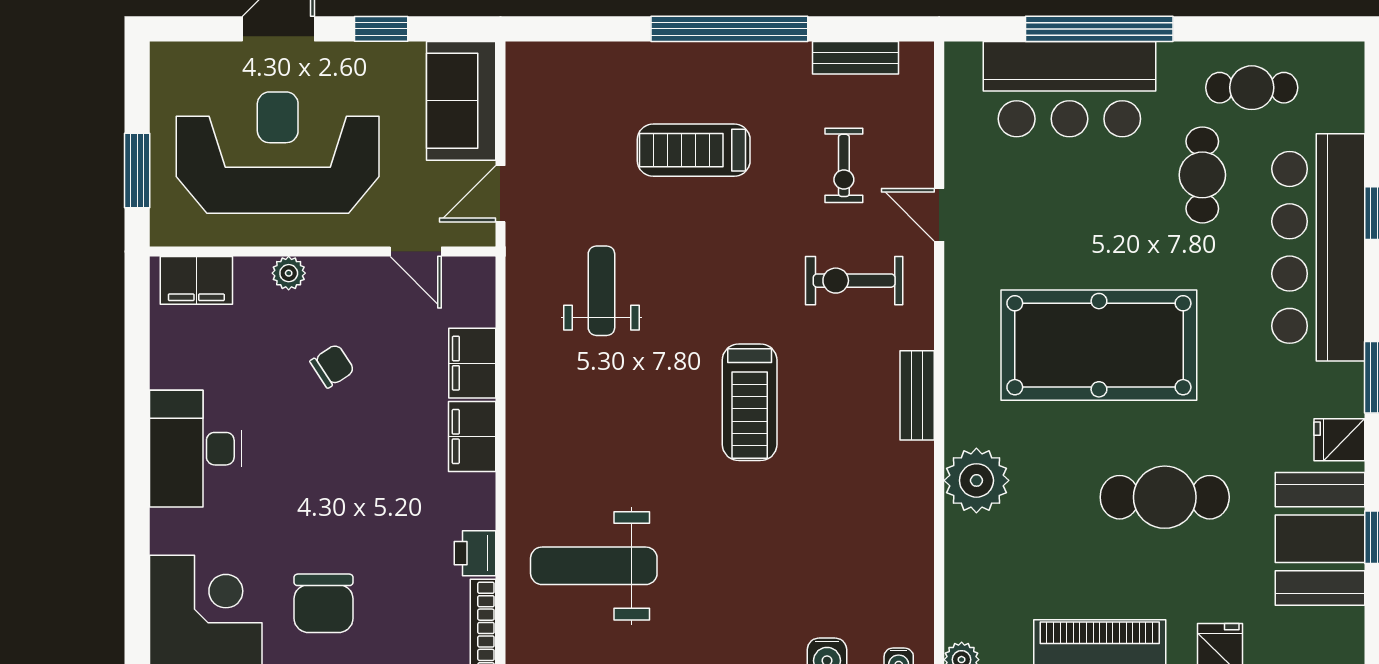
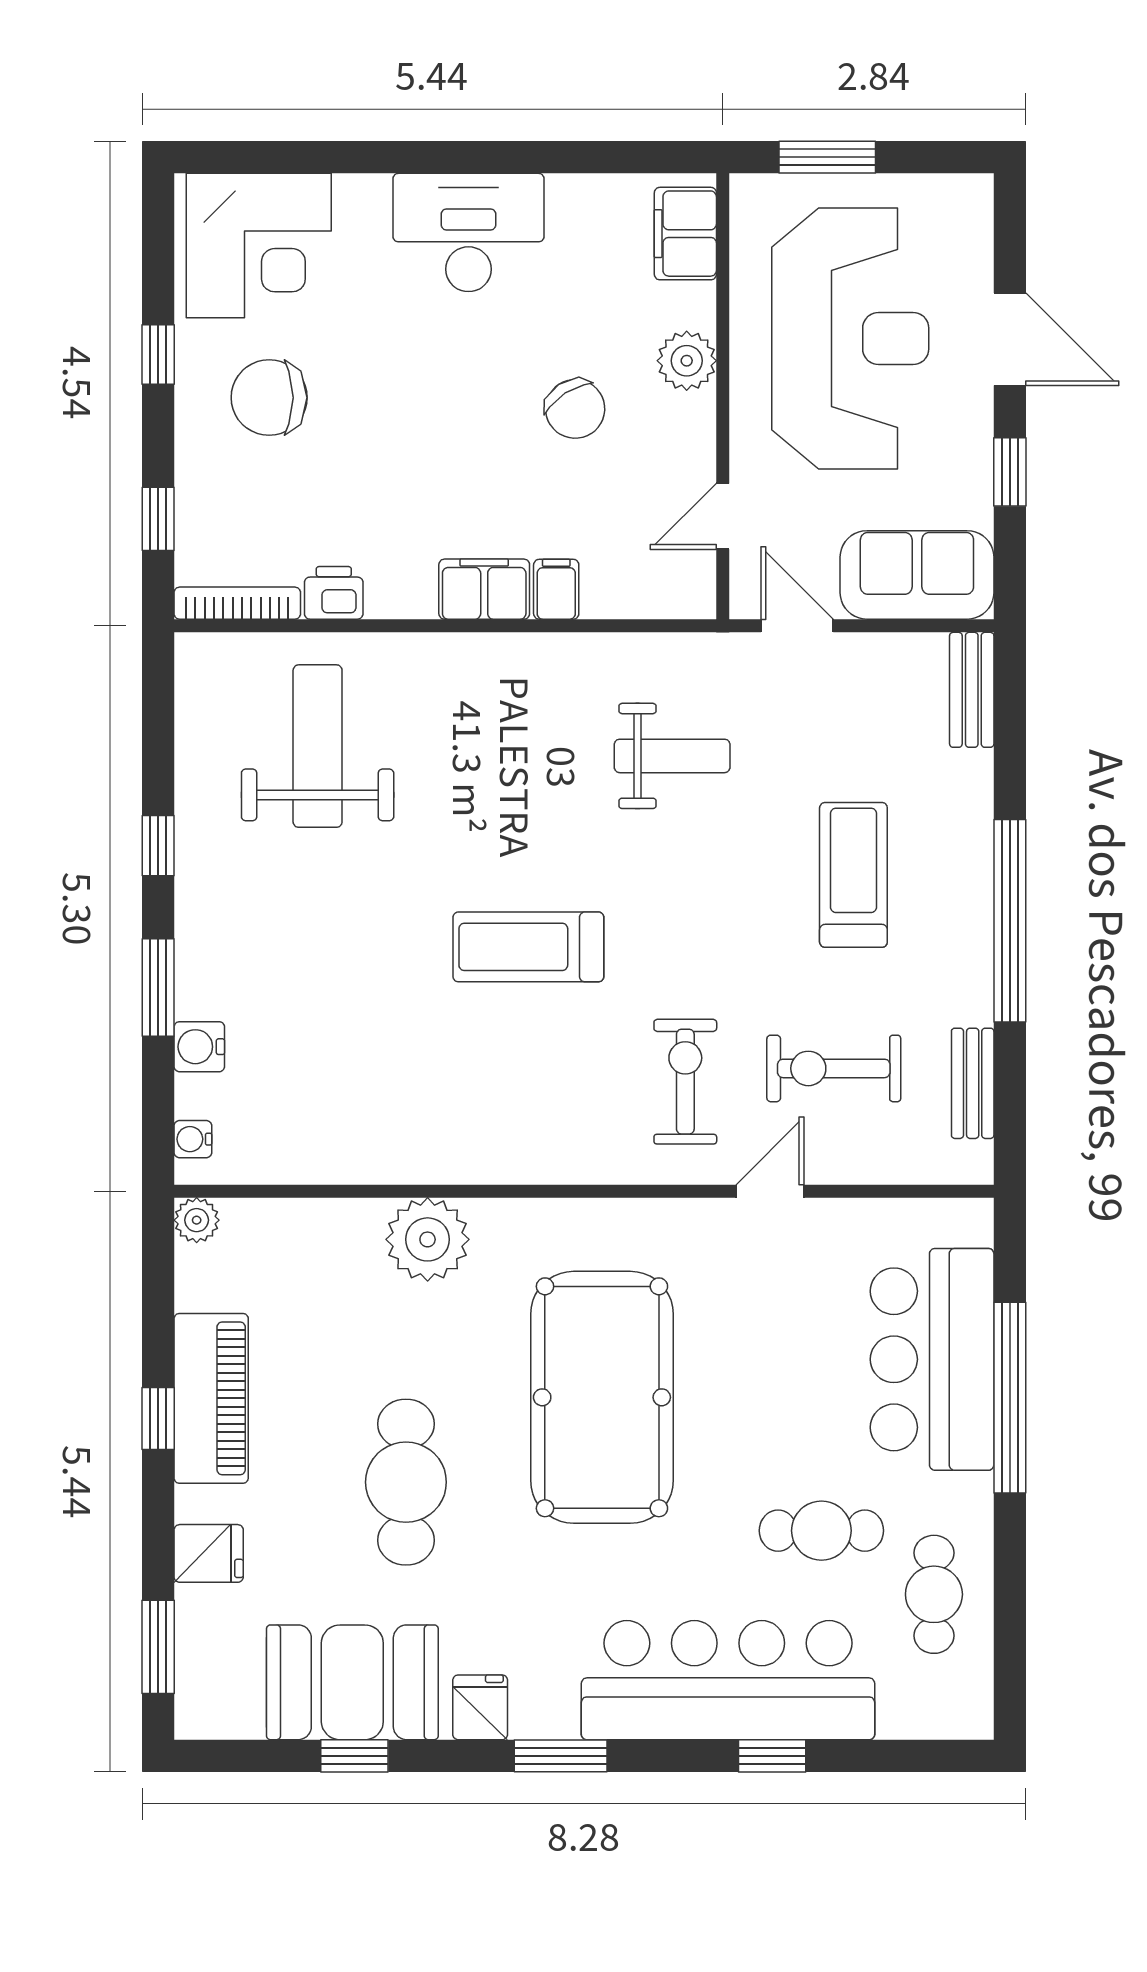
exercise bike: (844, 165) -> (834, 1068), width x1.38, depth x1.39
plant: (289, 273) -> (687, 361), width x1.38, depth x1.38
filing cabinet: (472, 363) -> (556, 589), width x0.50
chair: (332, 366) -> (575, 409), width x1.37, depth x1.37
bench: (917, 395) -> (972, 690), moved, turned 90

